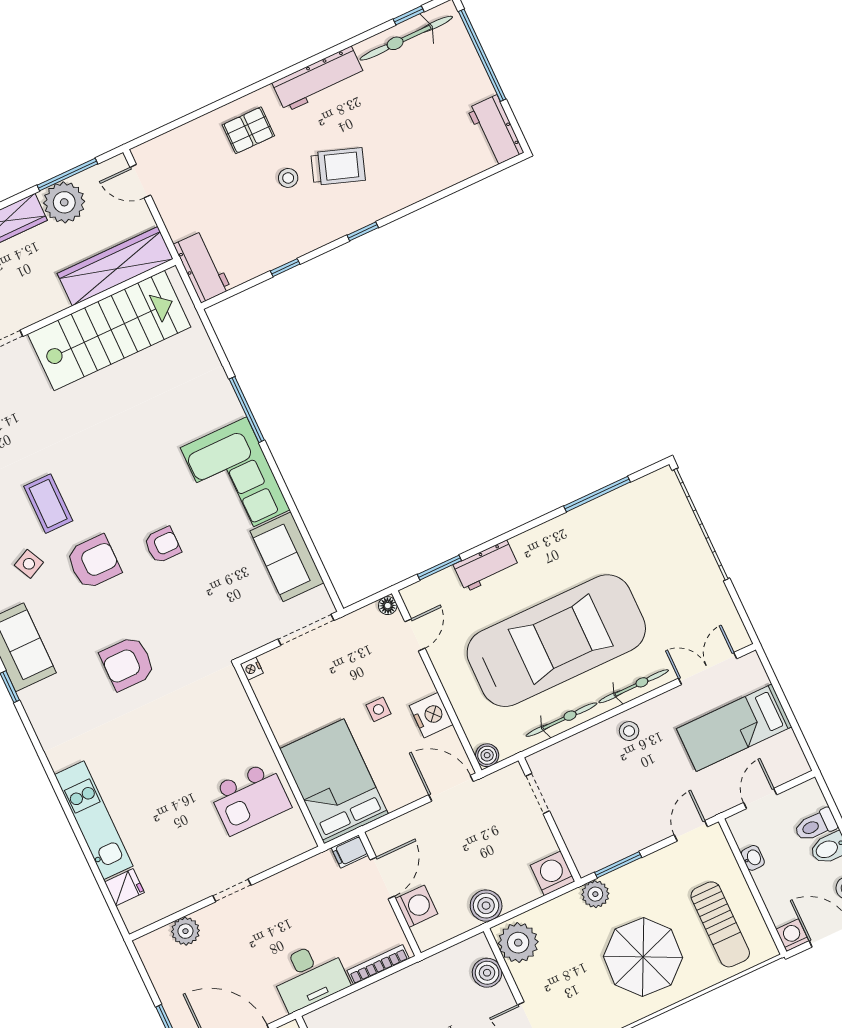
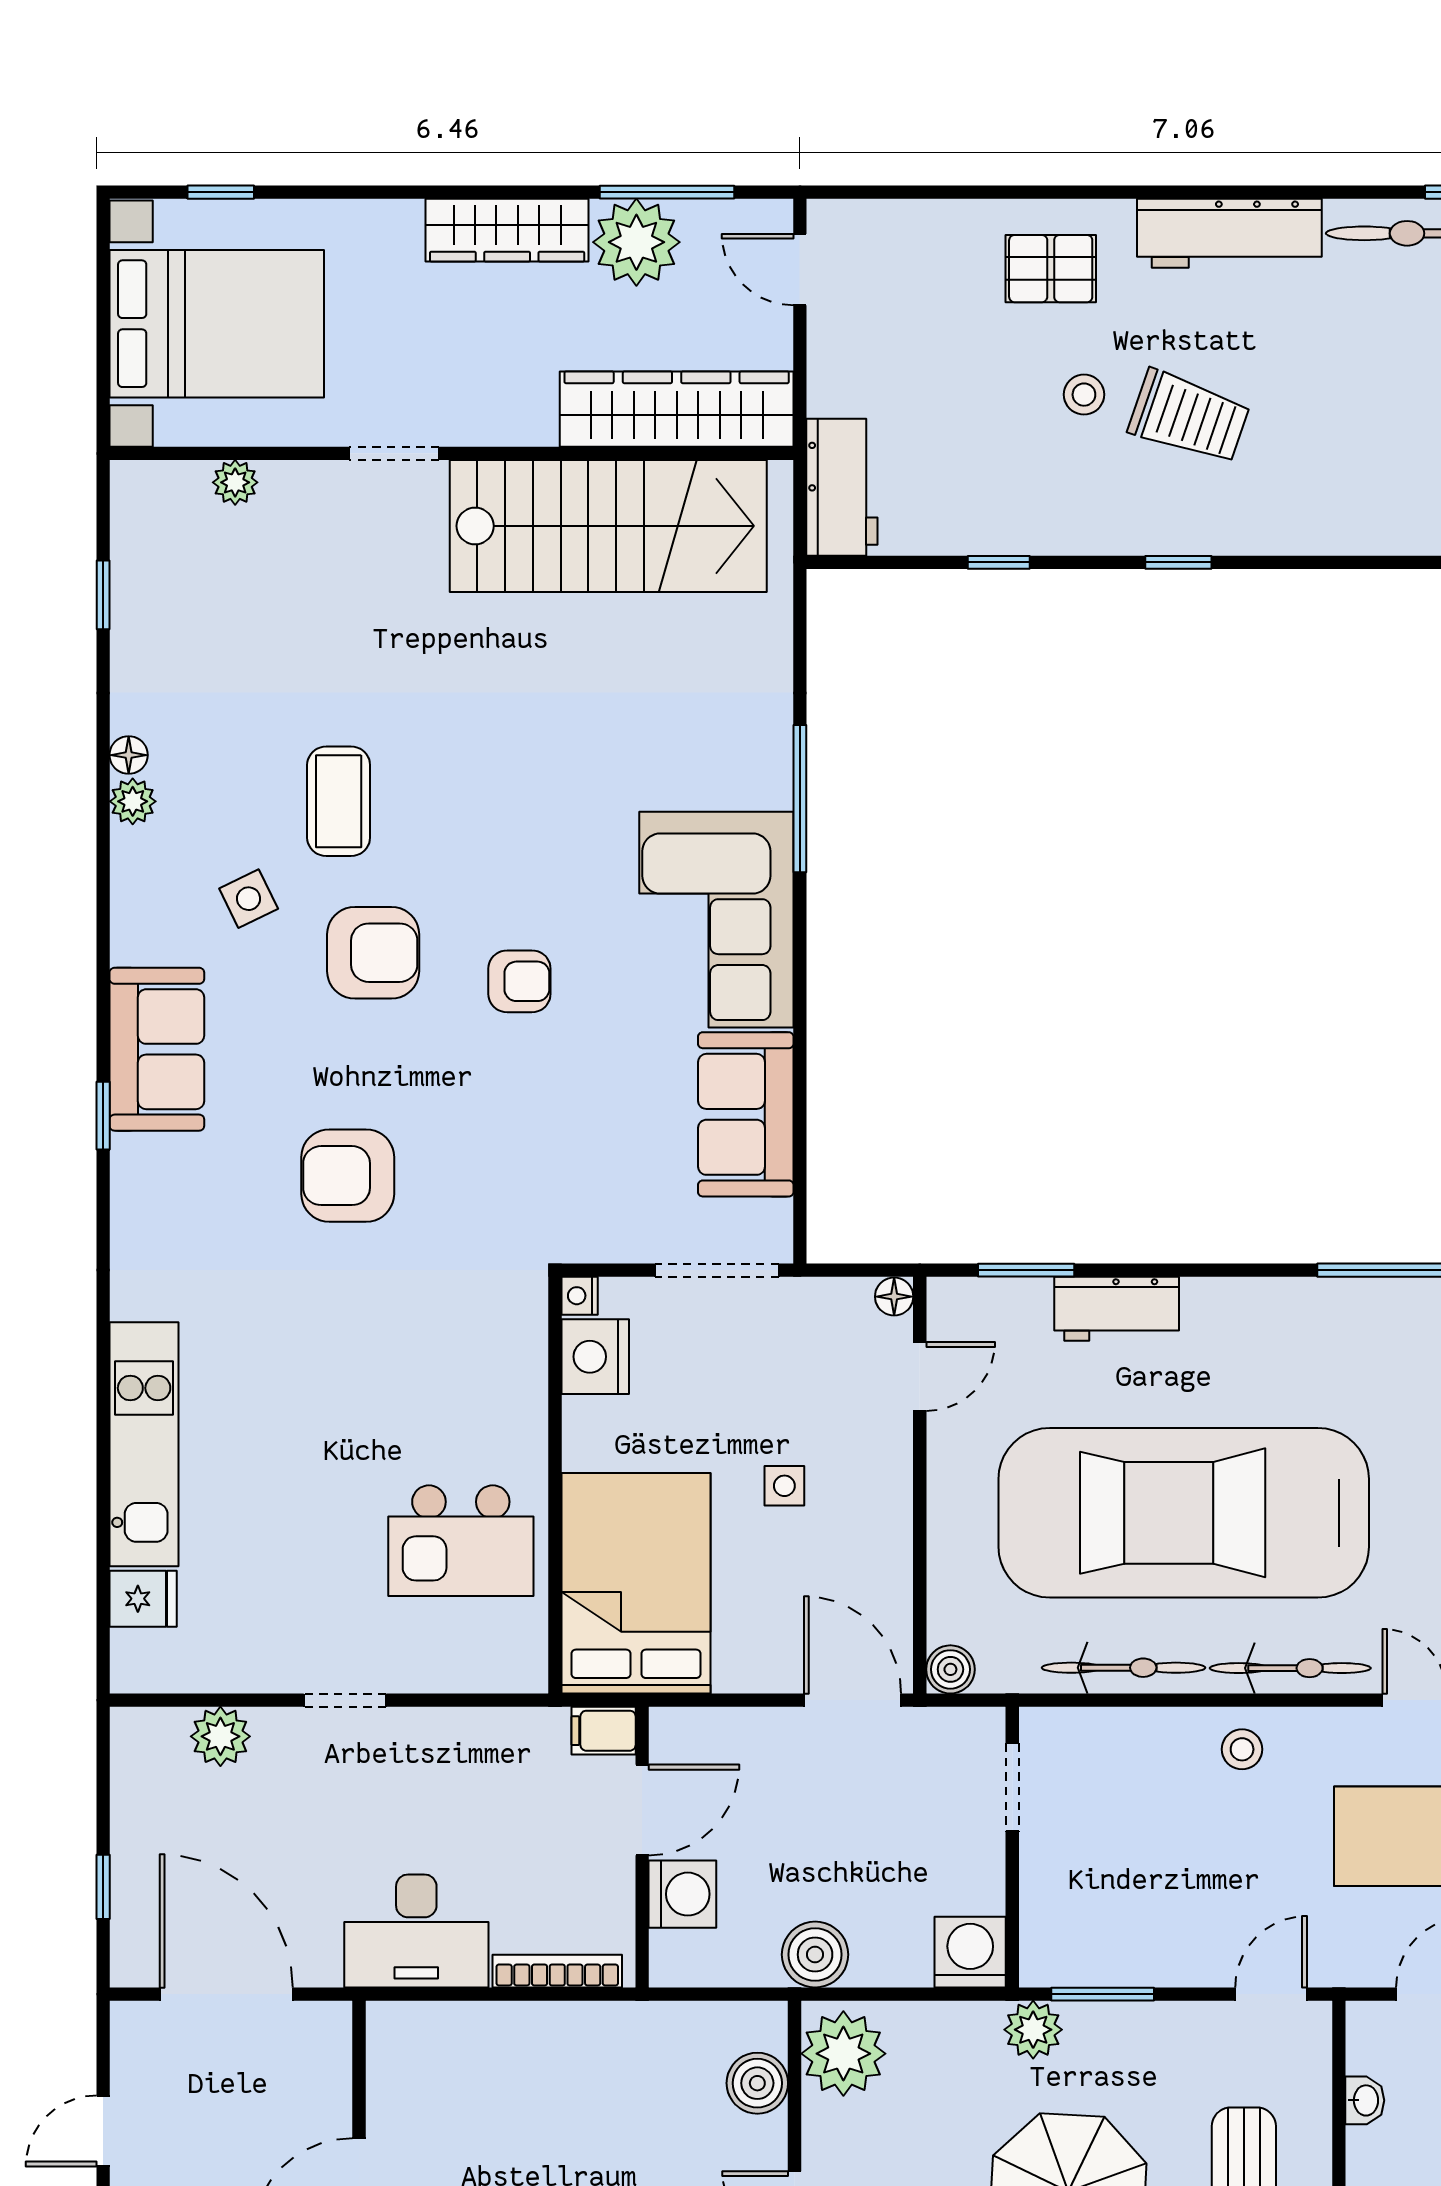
car: (556, 641) -> (1184, 1513), turned 180
nightstand: (431, 715) -> (595, 1357), moved, turned 180

